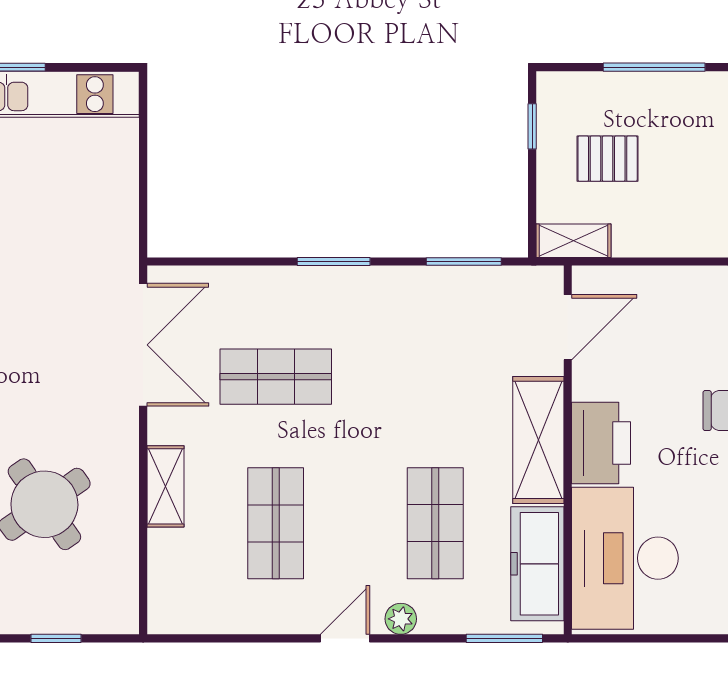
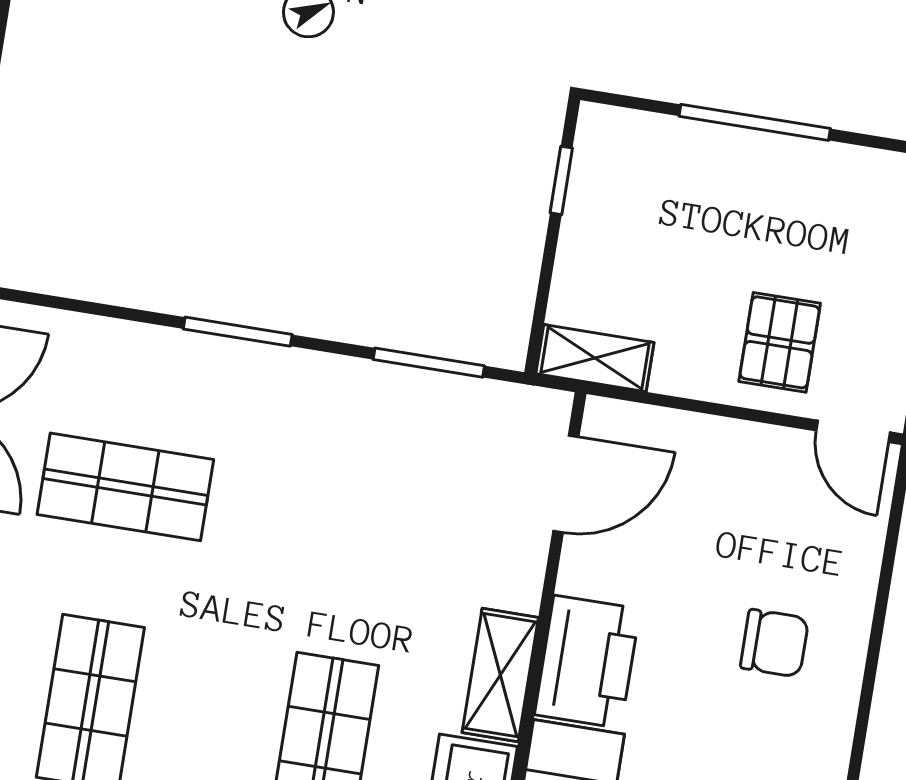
pallet: (608, 159) -> (780, 342), moved, turned 90
shelving: (538, 440) -> (500, 675), width x0.67, depth x0.75

